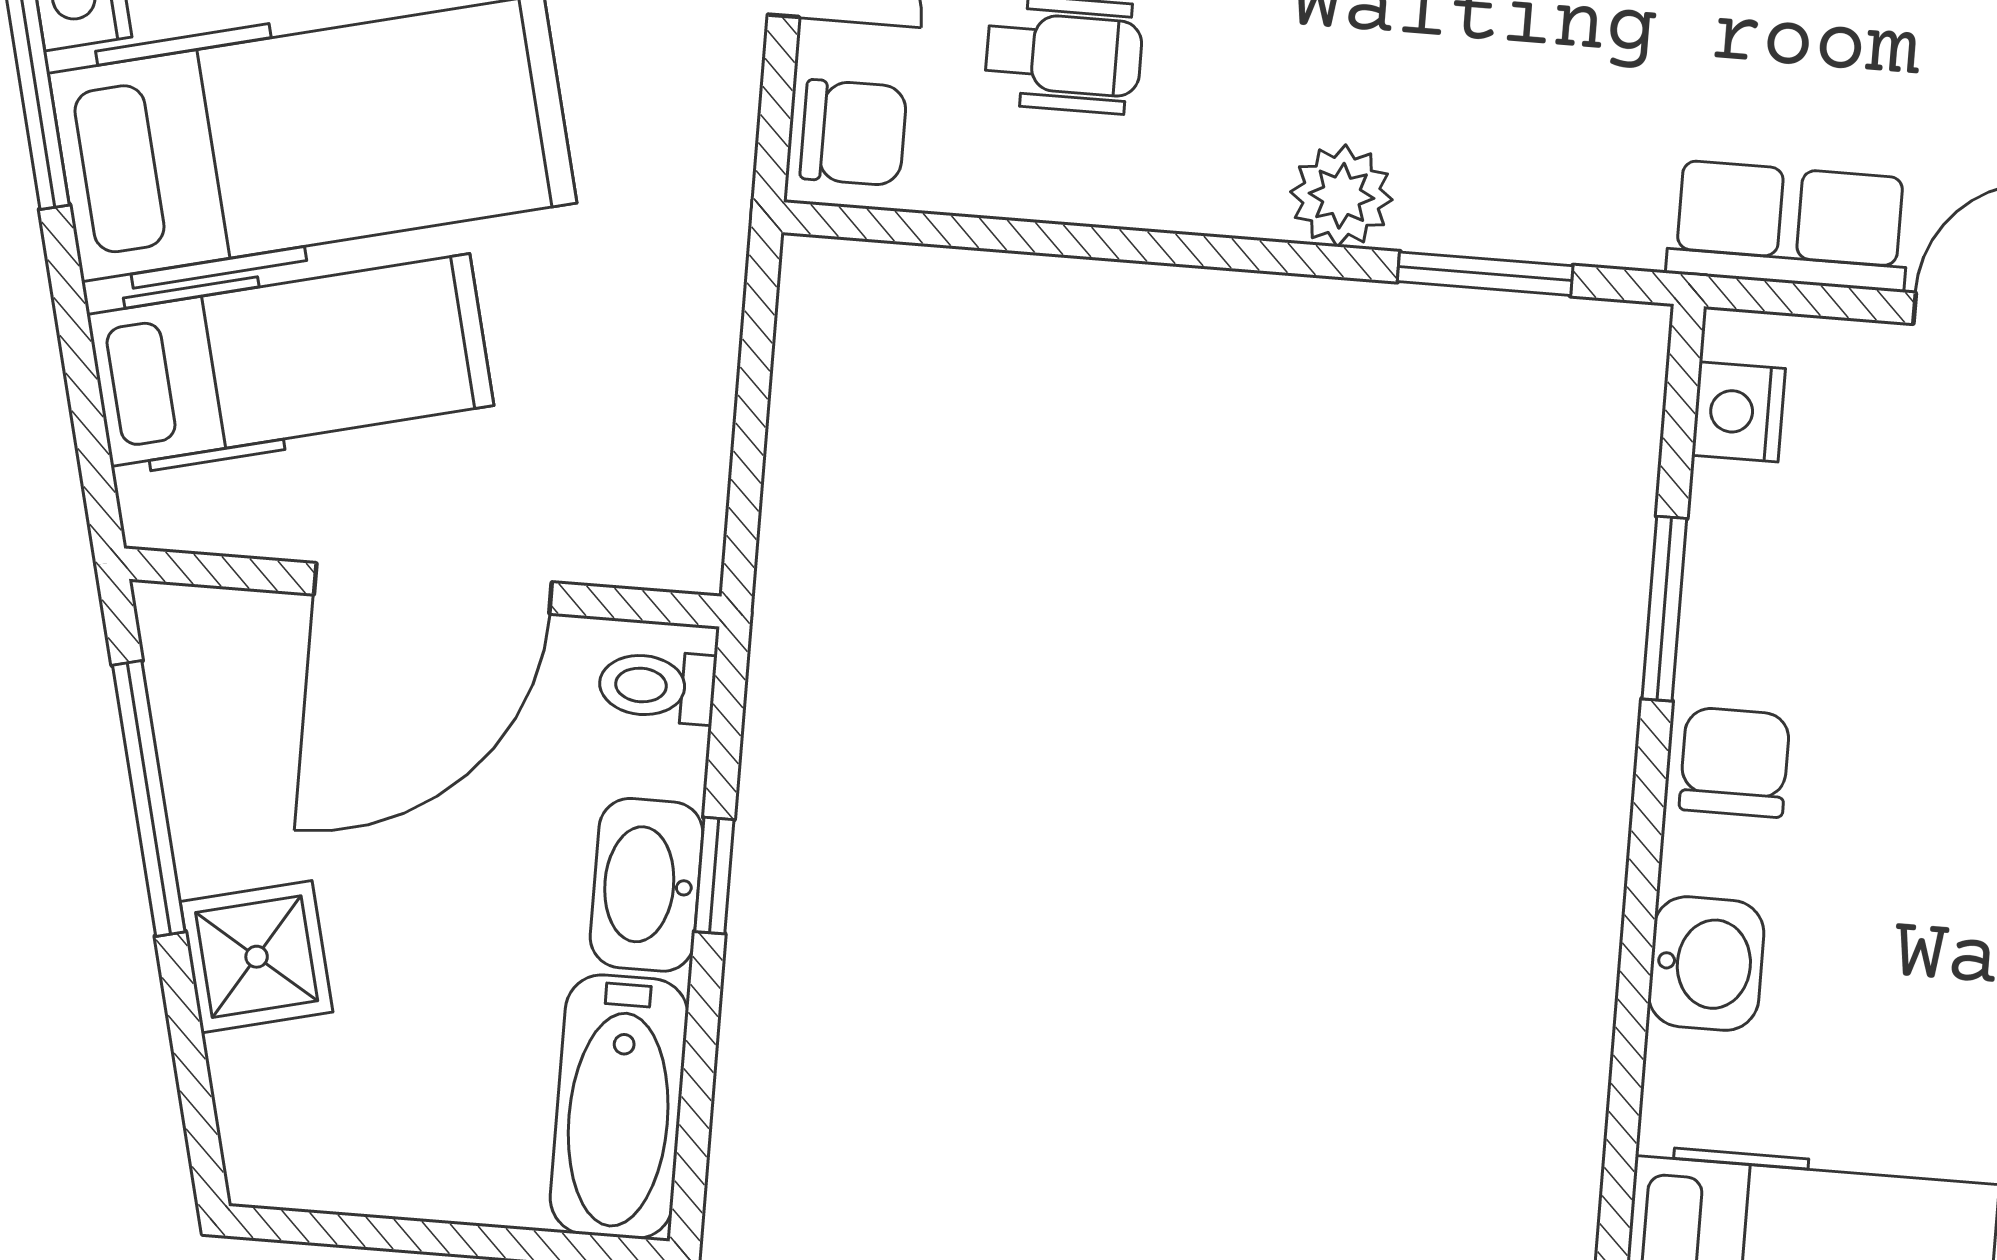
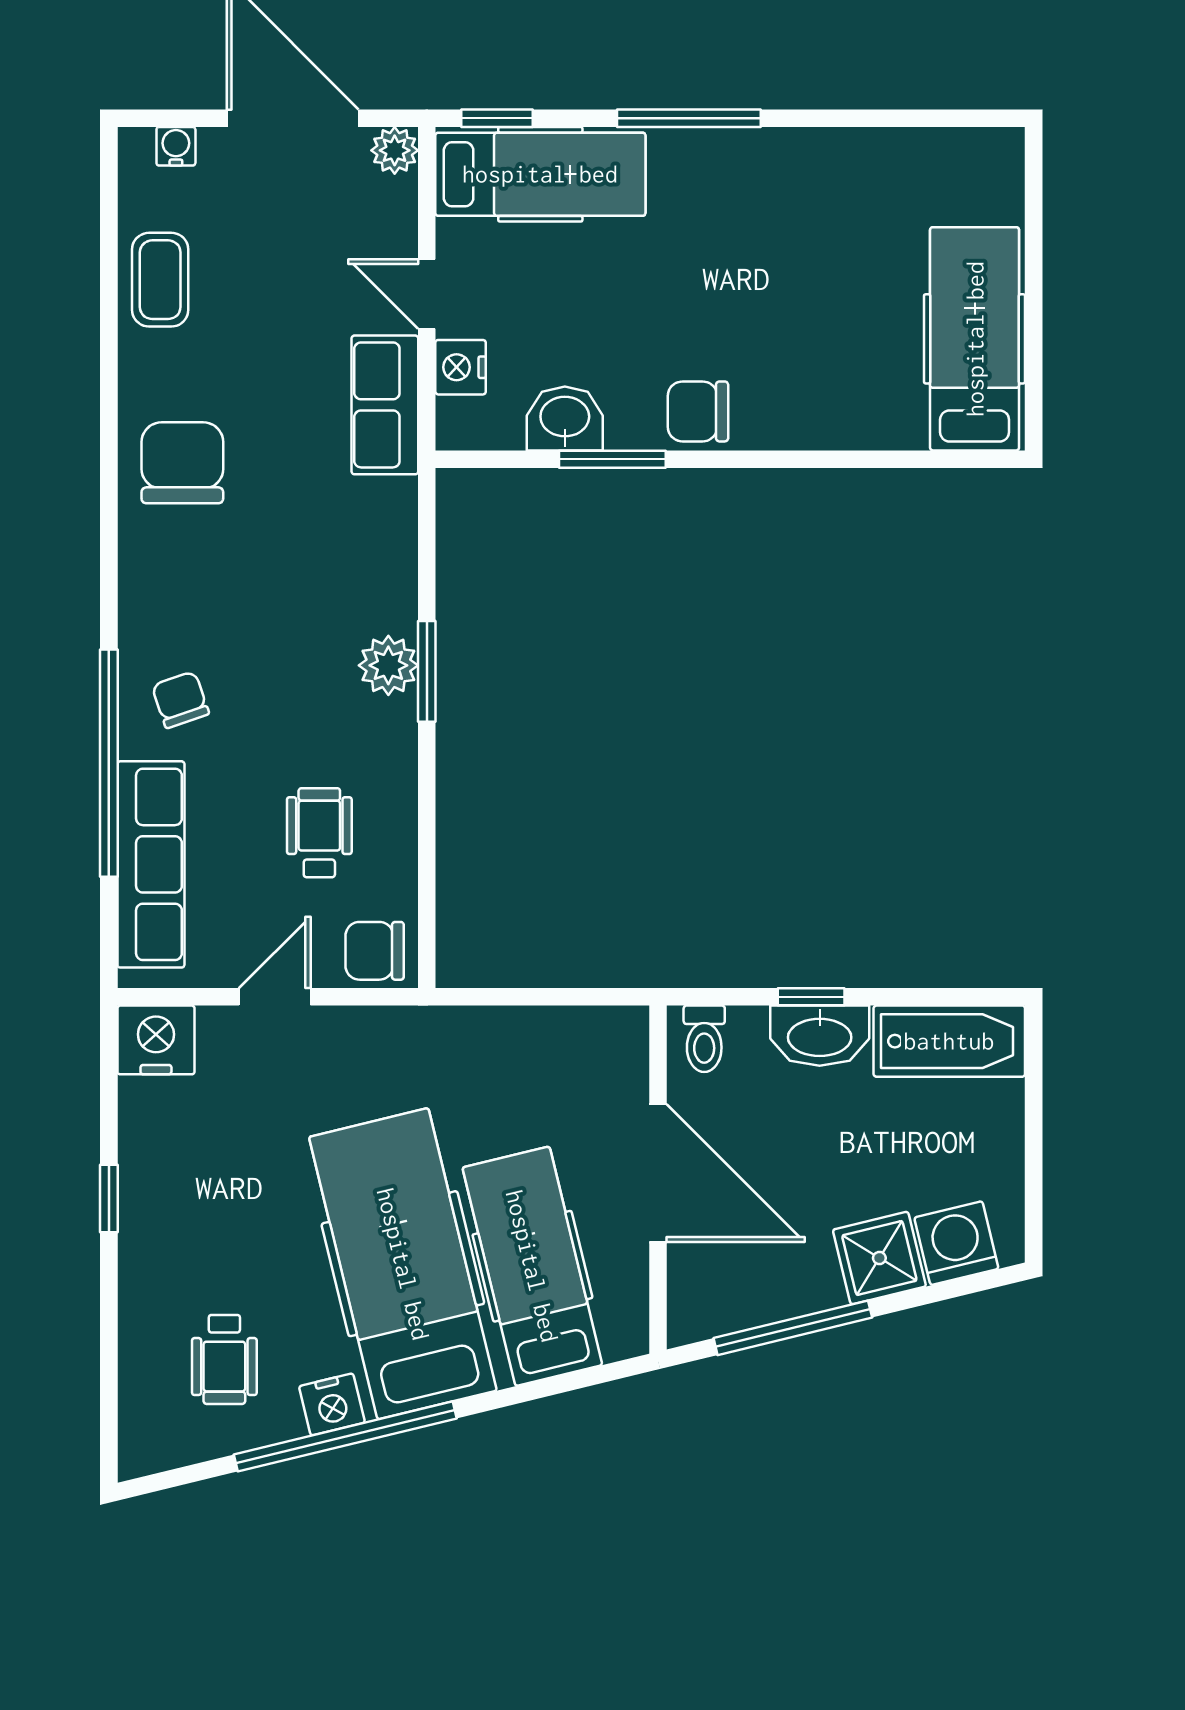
chair: (853, 133) -> (375, 951), turned -90
window: (1485, 274) -> (427, 671), moved
nightstand: (1739, 412) -> (461, 367), moved, turned 90
washbasin: (1706, 964) -> (565, 419), moved
washing machine: (271, 1091) -> (956, 1243), added

